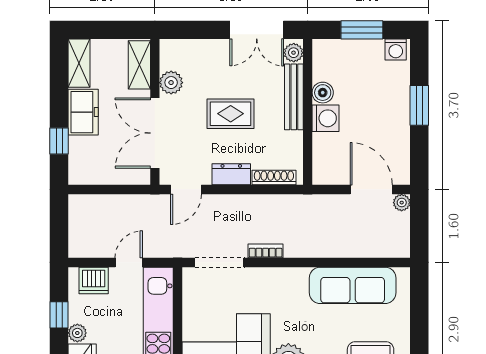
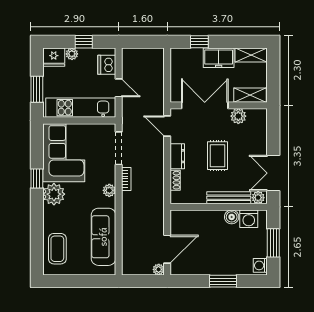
washing machine: (326, 118) -> (249, 219), moved
shoe rack: (274, 177) -> (175, 180), width x0.70
plant: (283, 277) -> (109, 190), added

